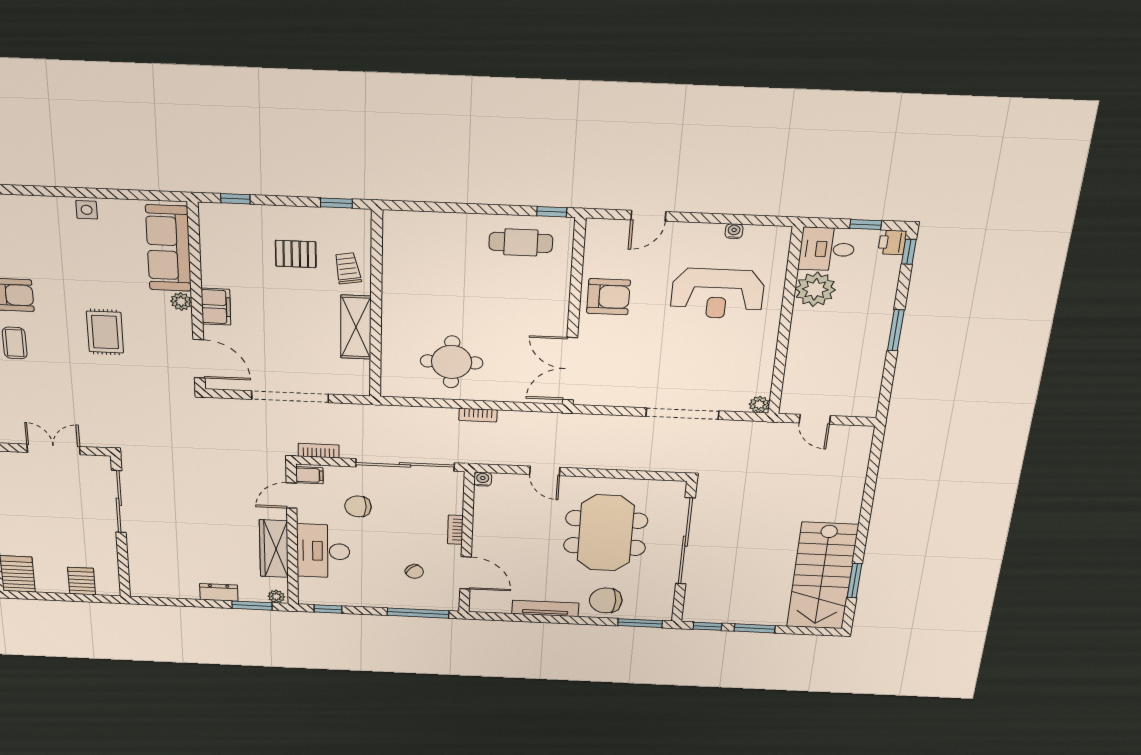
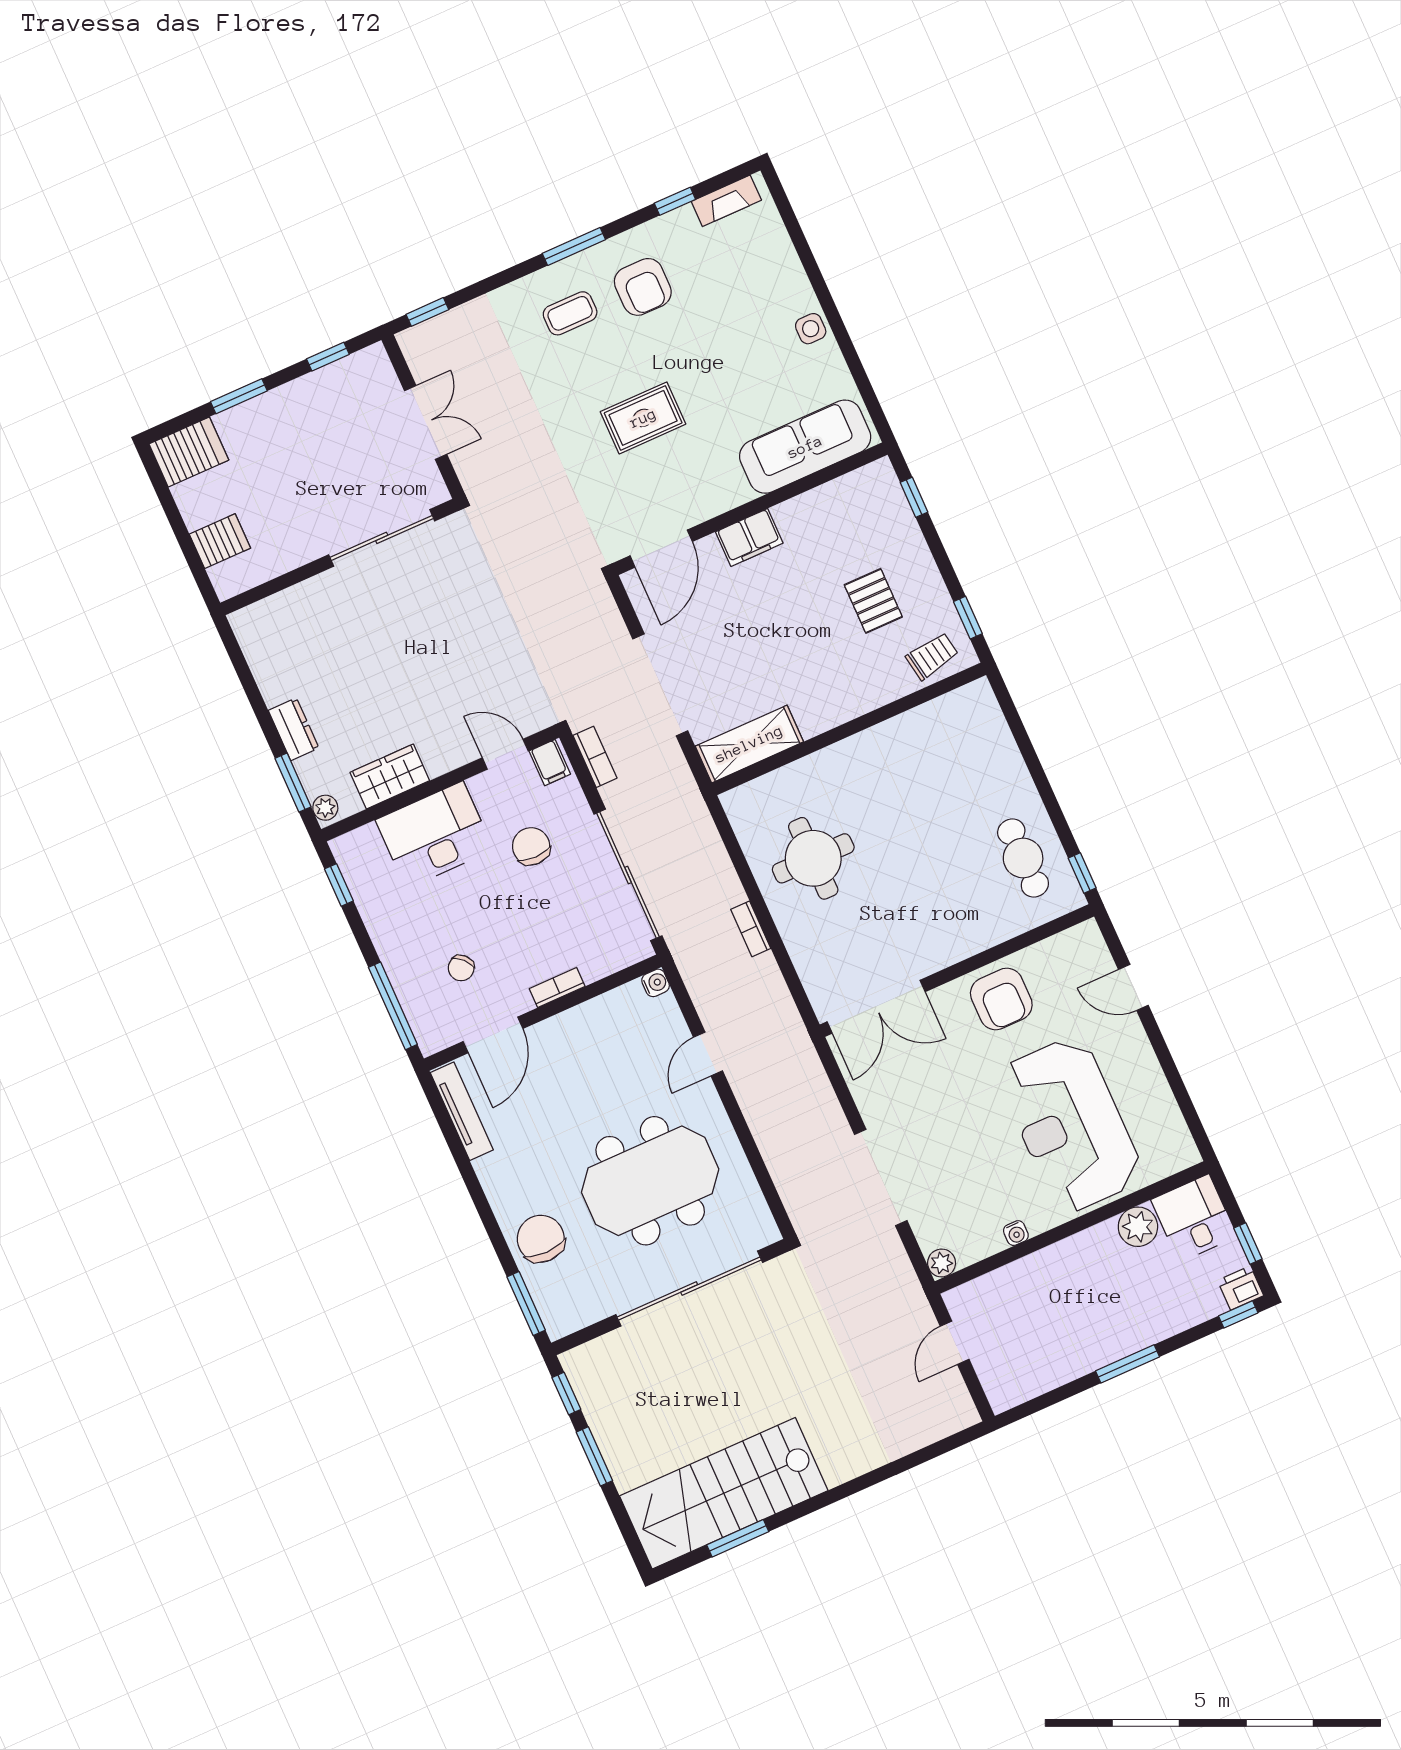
water cooler: (734, 231) -> (1016, 1233), moved, turned 90
trolley: (348, 268) -> (932, 656), moved
plant: (815, 289) -> (1138, 1227), width x0.73, depth x0.73
reception desk: (717, 294) -> (1070, 1125), width x1.36, depth x1.30
plant: (181, 302) -> (736, 492), removed
shelving: (356, 327) -> (749, 744), moved
double door: (570, 369) -> (876, 1007), swing flipped
wardrobe: (274, 549) -> (390, 776), width x0.67
tv unit: (545, 608) -> (462, 1111), moved

